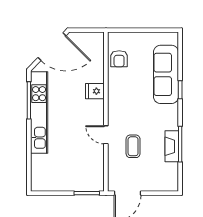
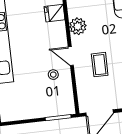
plant: (116, 107) -> (78, 26), added
stool: (87, 151) -> (53, 75), added

